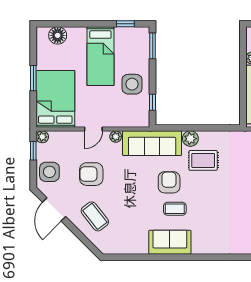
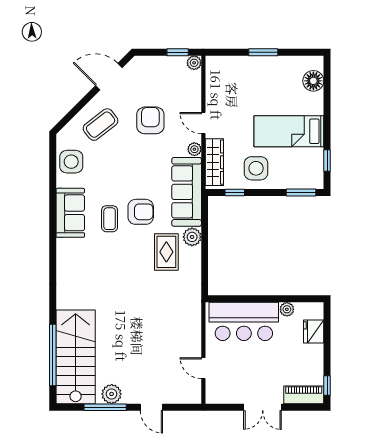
bed: (55, 99) -> (239, 78), removed
wardrobe: (127, 120) -> (214, 162), added
side table: (49, 172) -> (71, 162), moved

